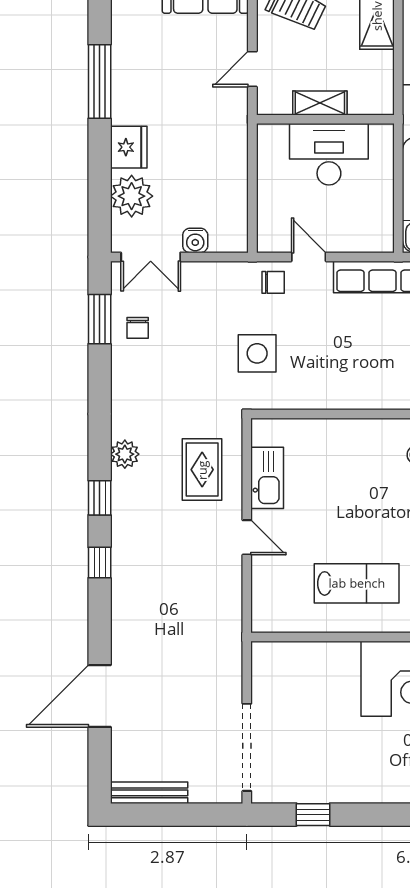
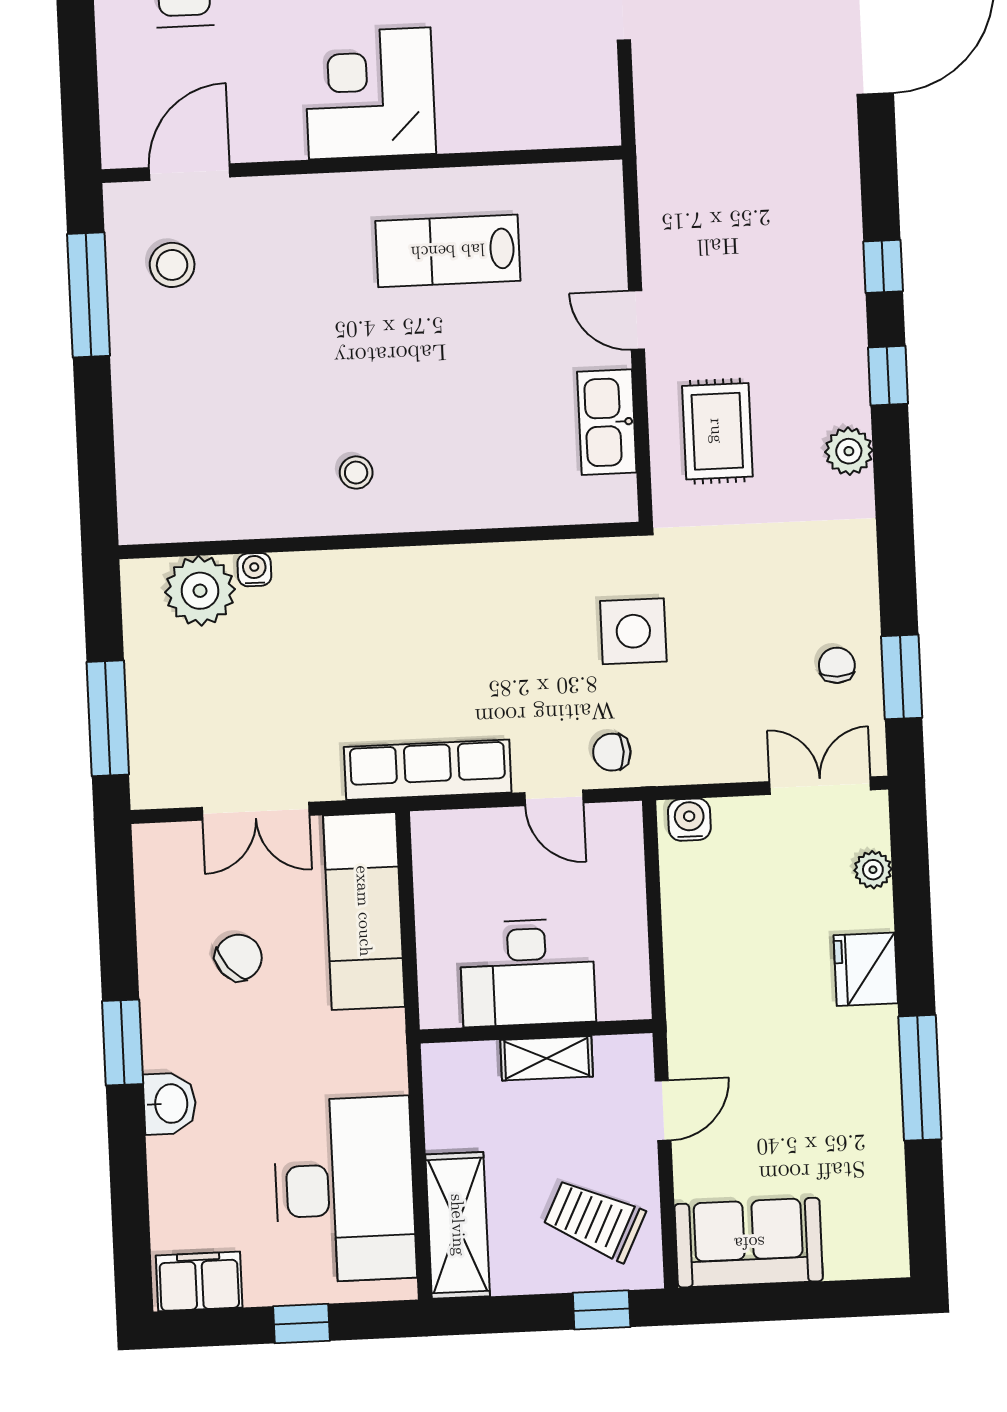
plant: (132, 196) -> (873, 870), width x0.53, depth x0.53
water cooler: (195, 240) -> (689, 820), moved

